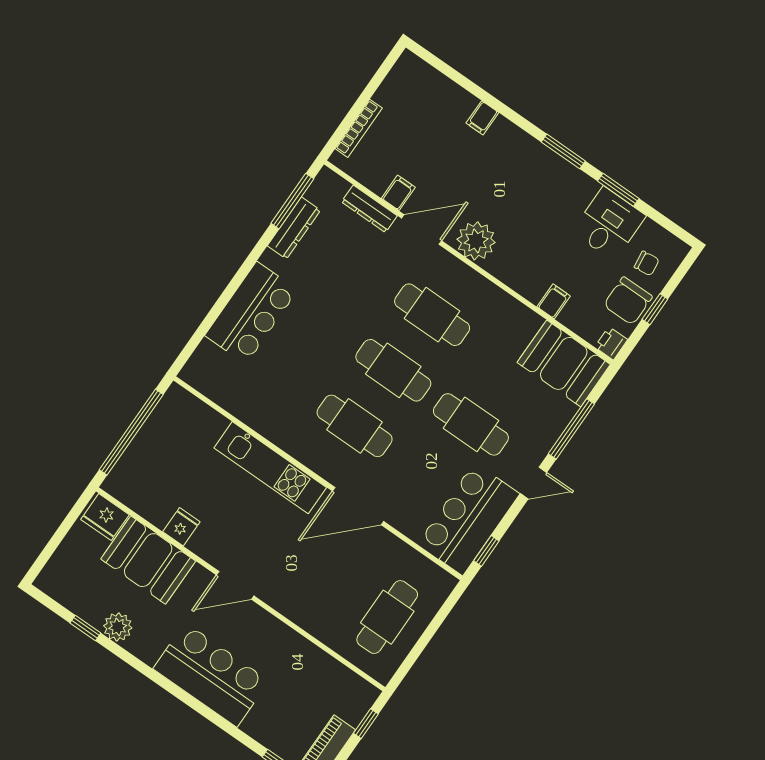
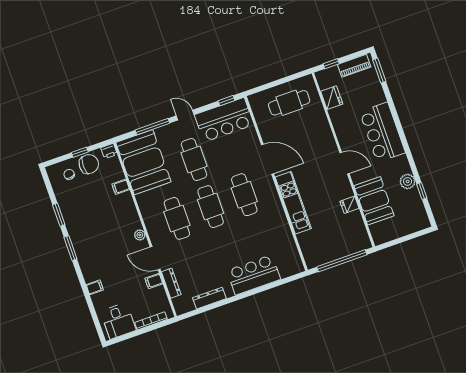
window: (292, 201) -> (202, 310), removed
desk: (609, 224) -> (118, 321), moved, turned -90
plant: (476, 241) -> (140, 235), width x0.53, depth x0.53
booth: (564, 363) -> (143, 162), width x1.36, depth x1.42
fridge: (105, 517) -> (332, 98), moved

